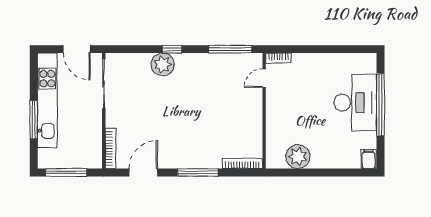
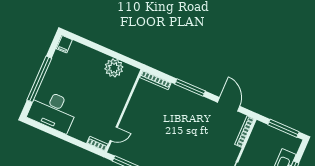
desk: (355, 103) -> (53, 111), moved, turned -90
door: (143, 172) -> (229, 104), swing flipped

